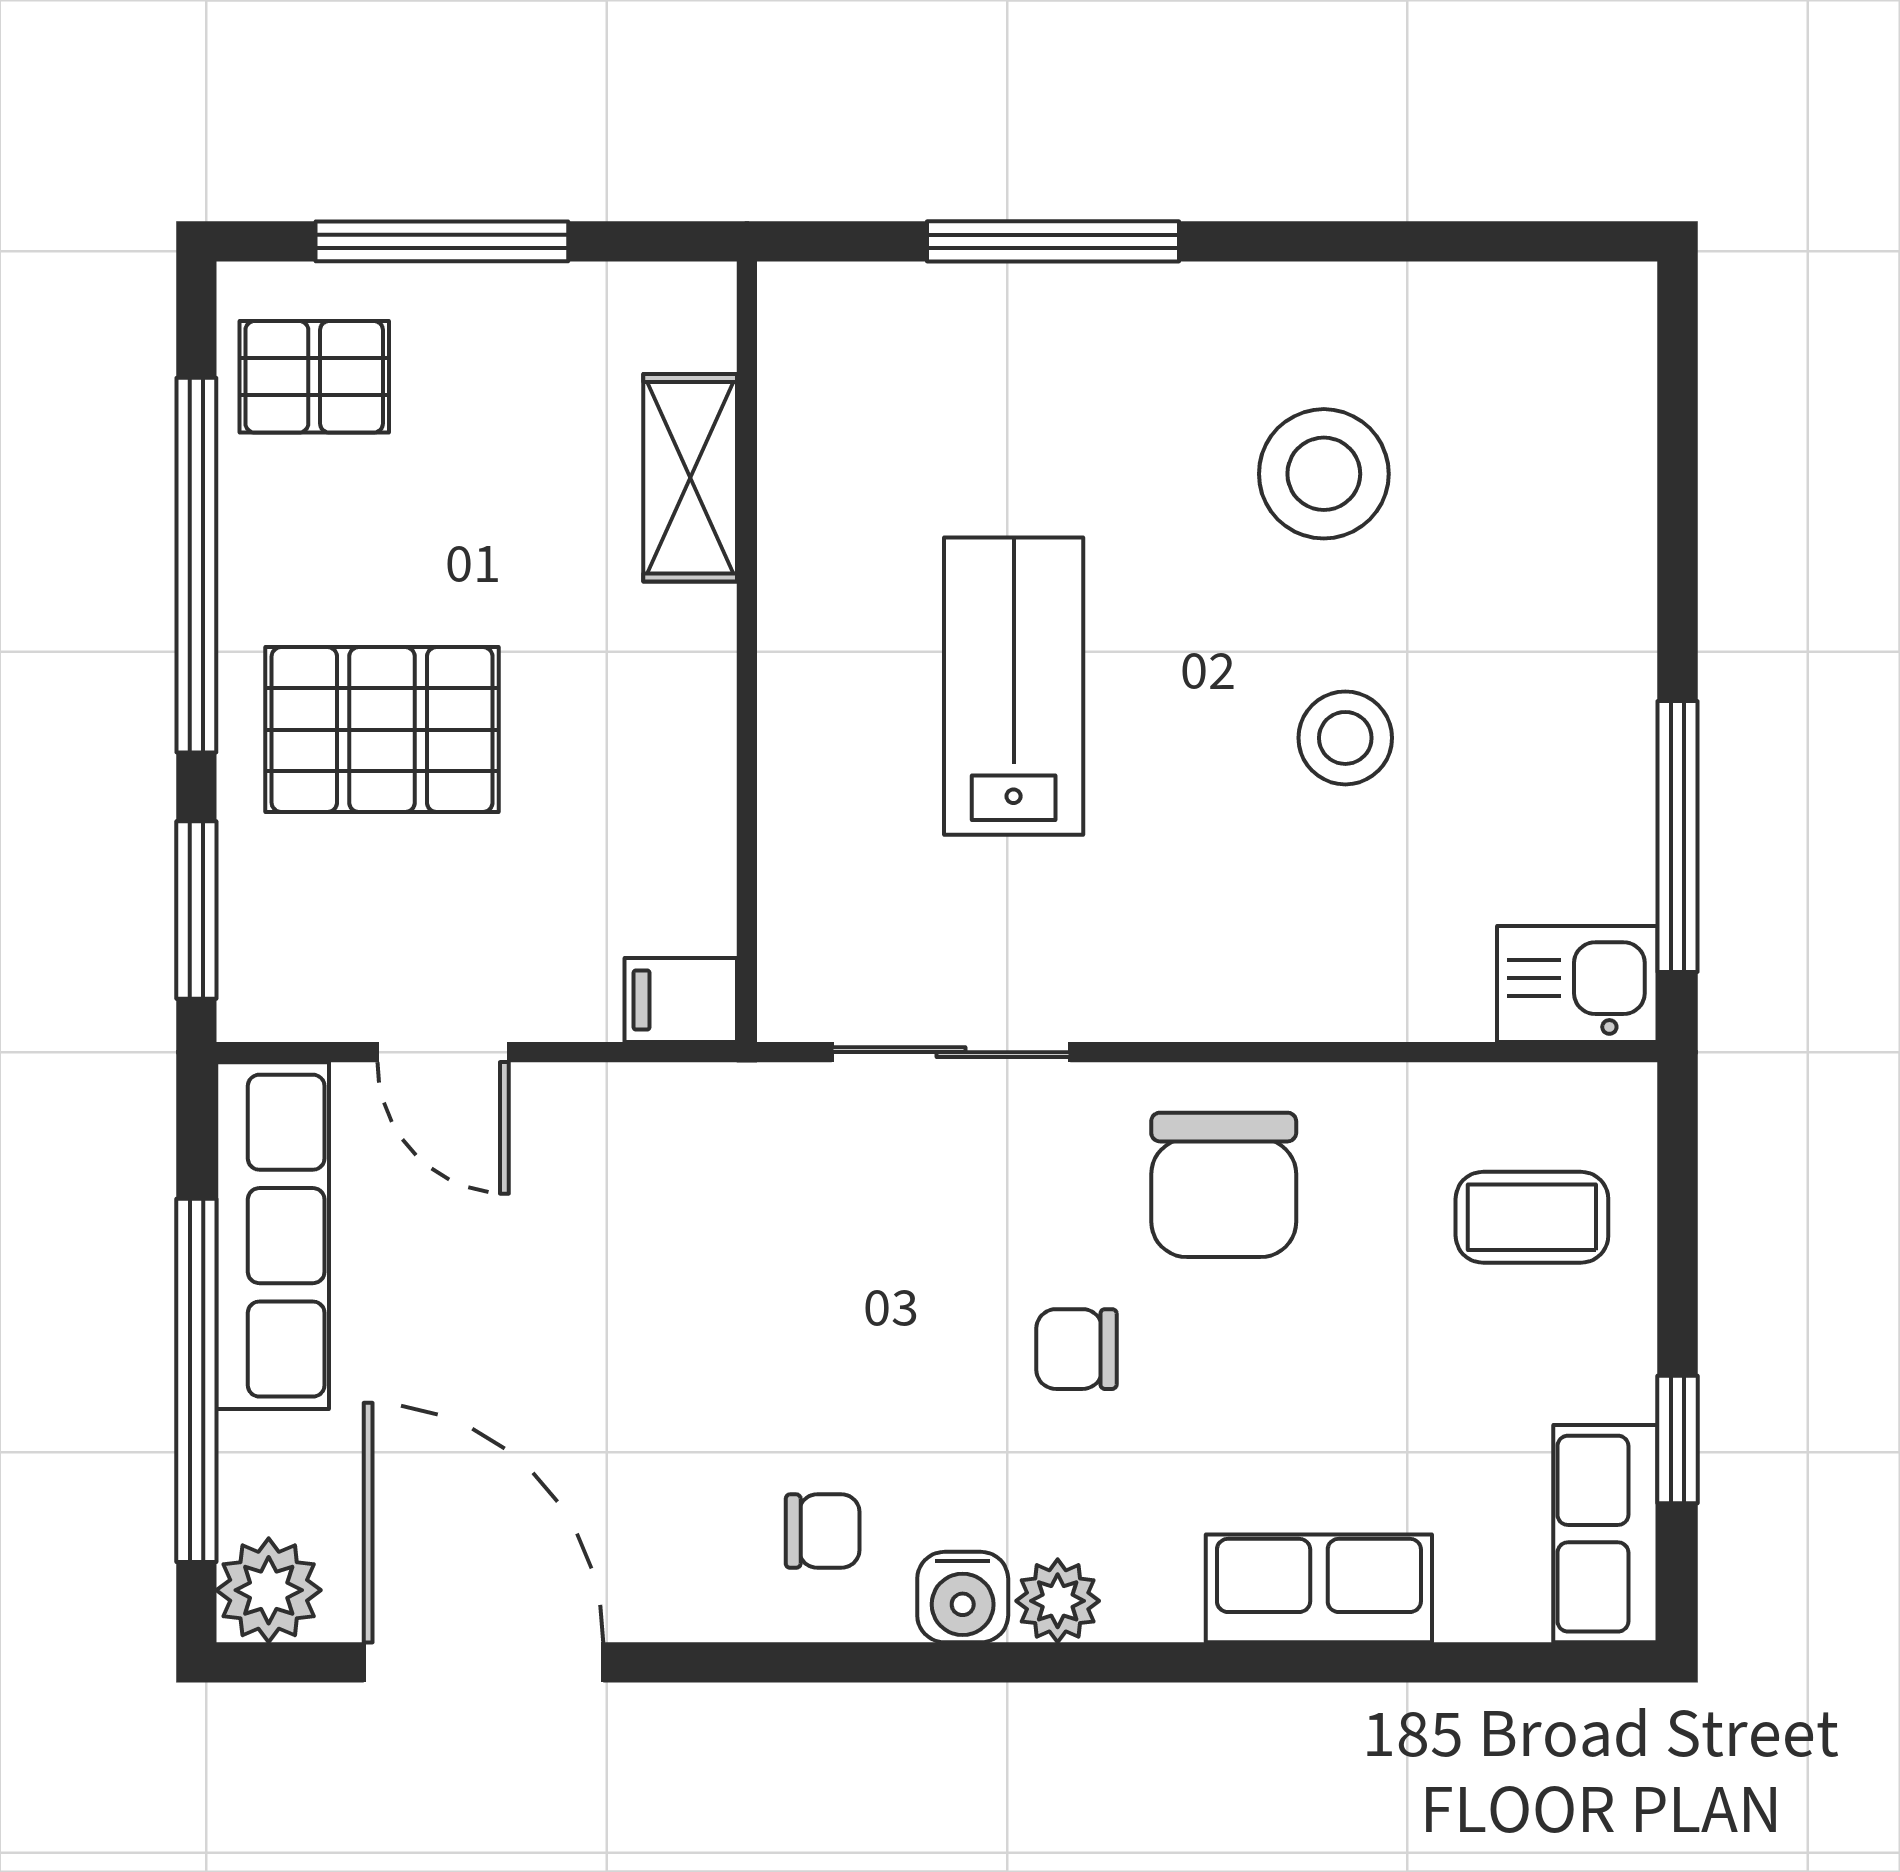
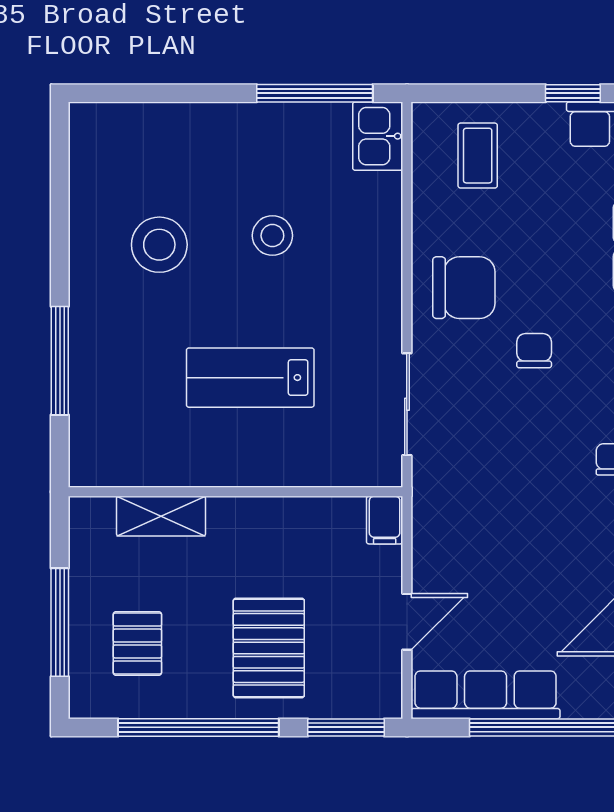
pallet: (314, 377) -> (137, 644), moved
chair: (1076, 1349) -> (534, 351), turned 180

